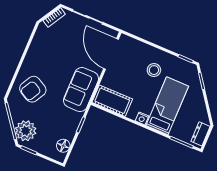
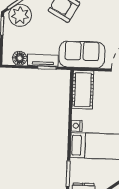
tv unit: (73, 126) -> (43, 60), added

